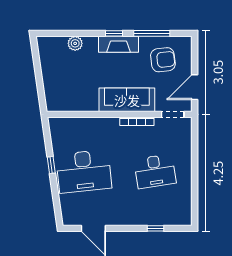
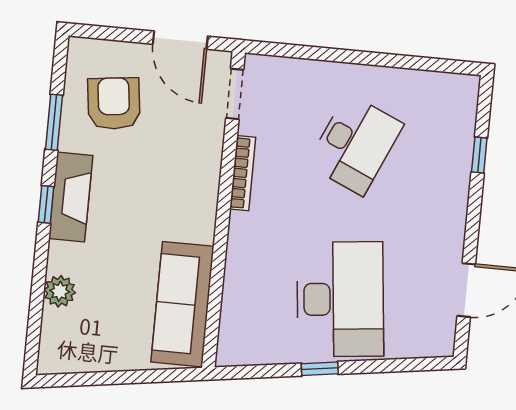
window: (152, 33) -> (54, 122), width x0.69
sofa: (127, 100) -> (182, 304), moved
desk: (155, 171) -> (355, 144), turned 33

